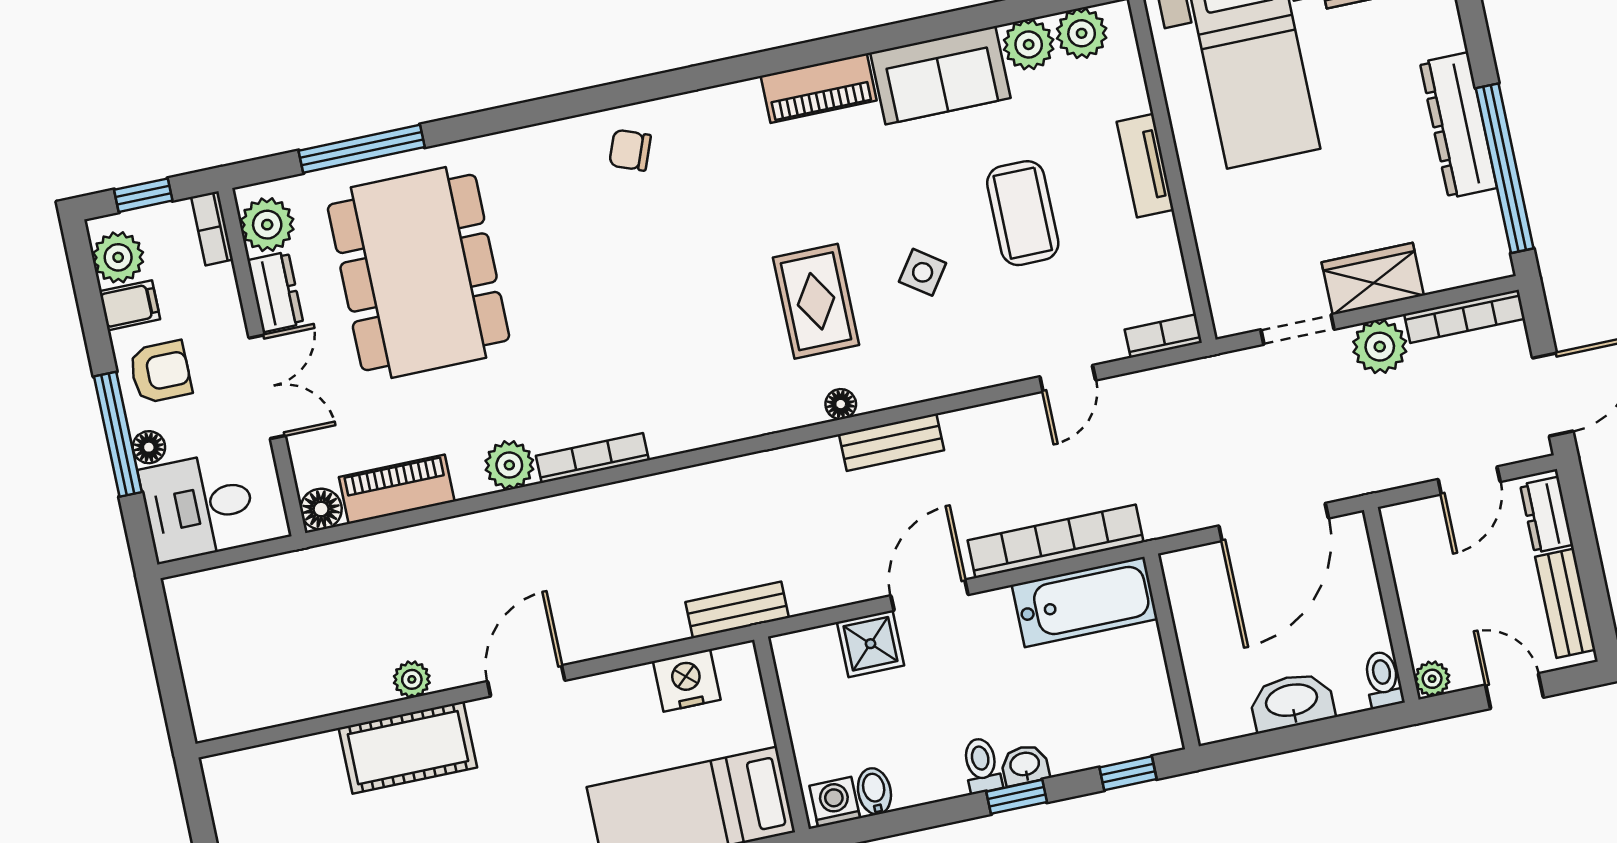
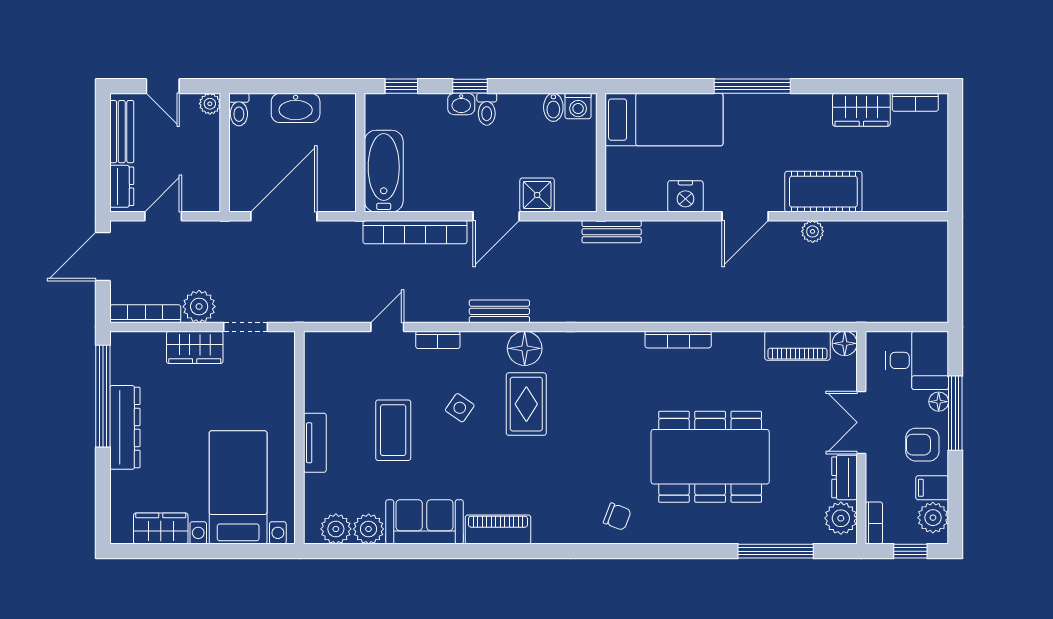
dining table: (419, 272) -> (710, 457), moved, turned 90
bookcase: (1163, 336) -> (438, 340), moved
floor lamp: (841, 404) -> (525, 348), width x1.89, depth x1.89
plant: (509, 465) -> (728, 346), removed
bathtub: (1085, 602) -> (384, 171), moved, turned 90
nightstand: (687, 680) -> (685, 196), moved

